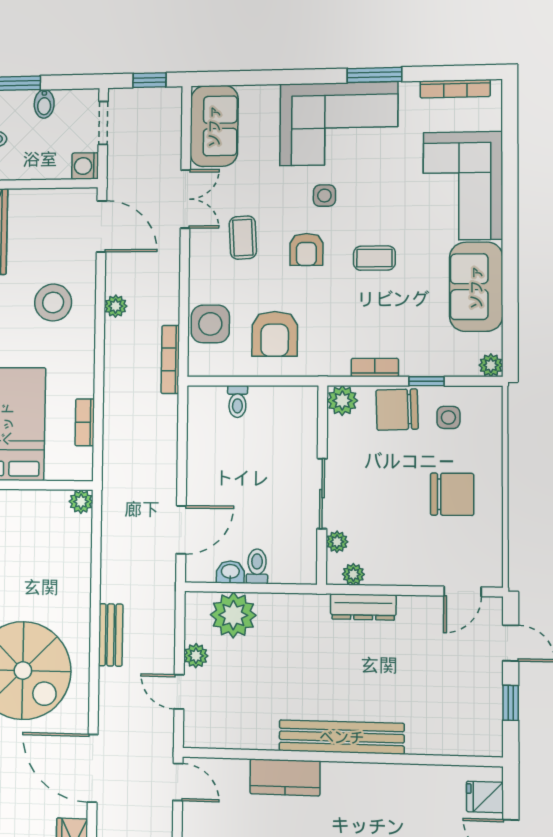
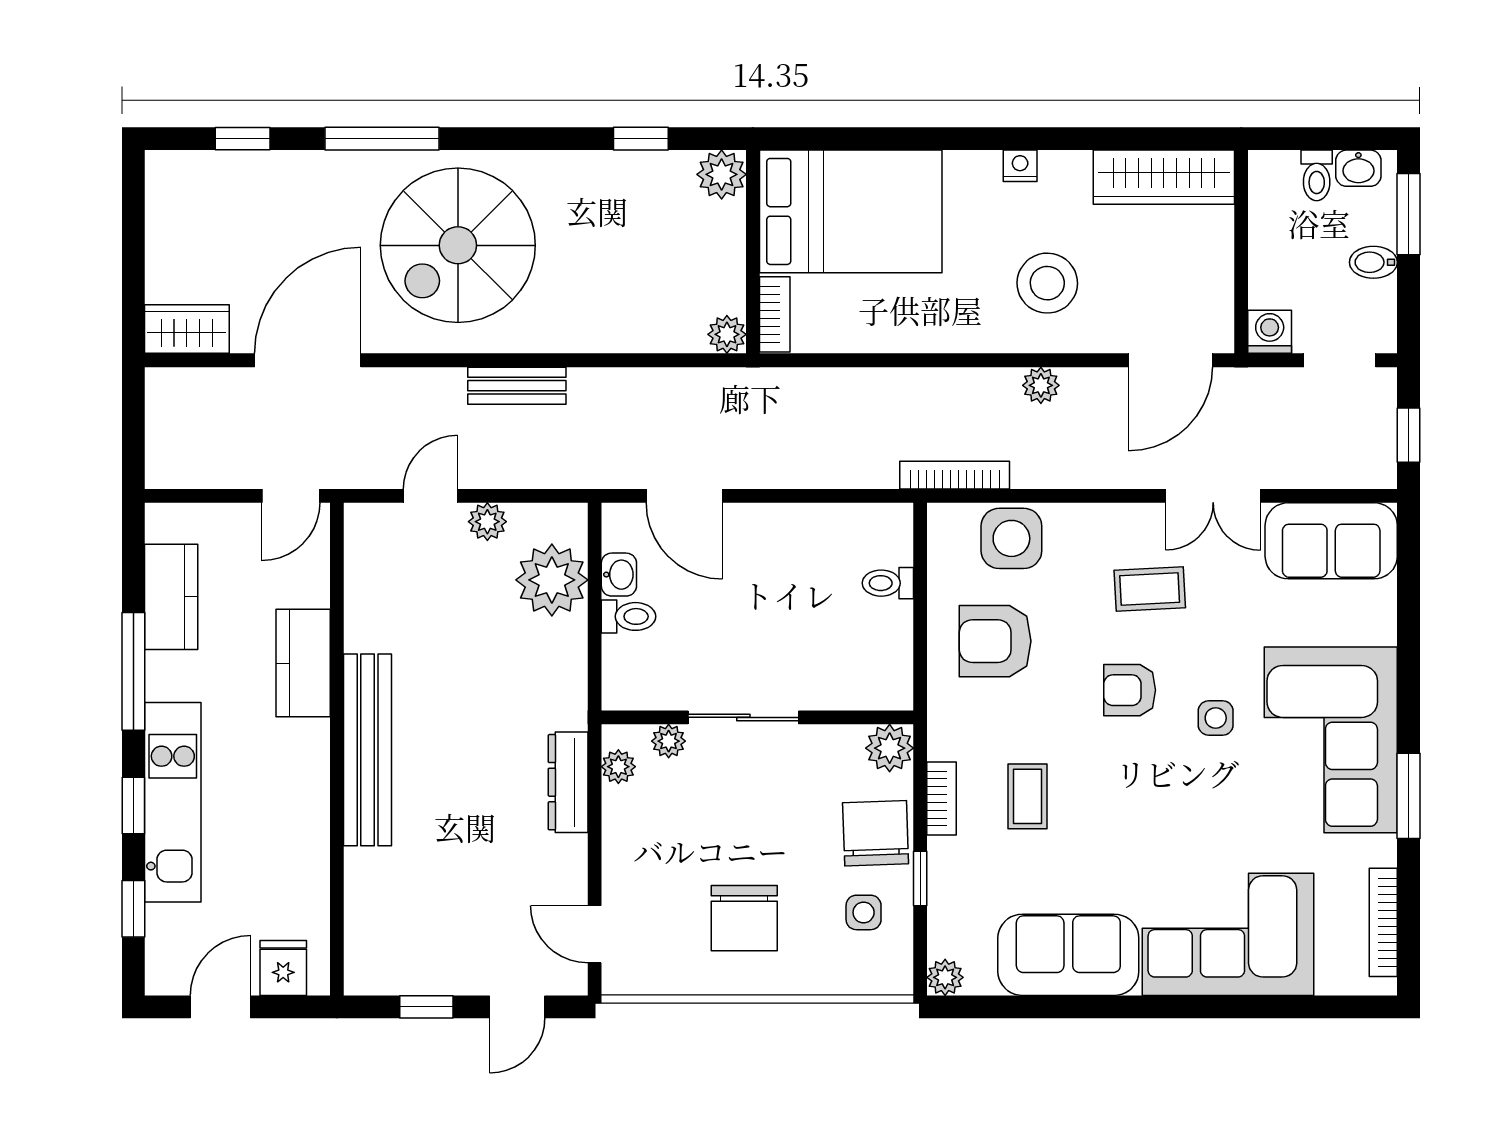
coffee table: (374, 258) -> (1028, 796), moved
bookcase: (85, 422) -> (775, 314), moved, turned 90

